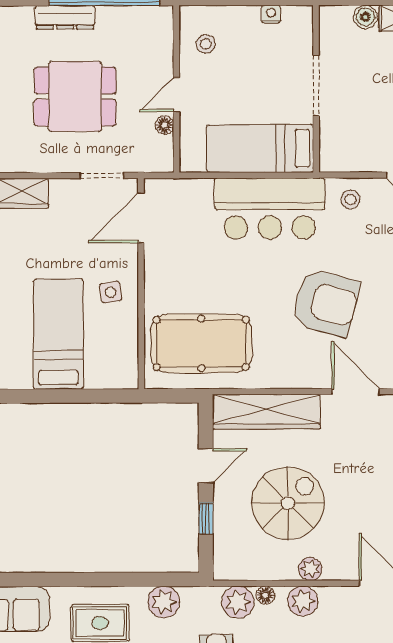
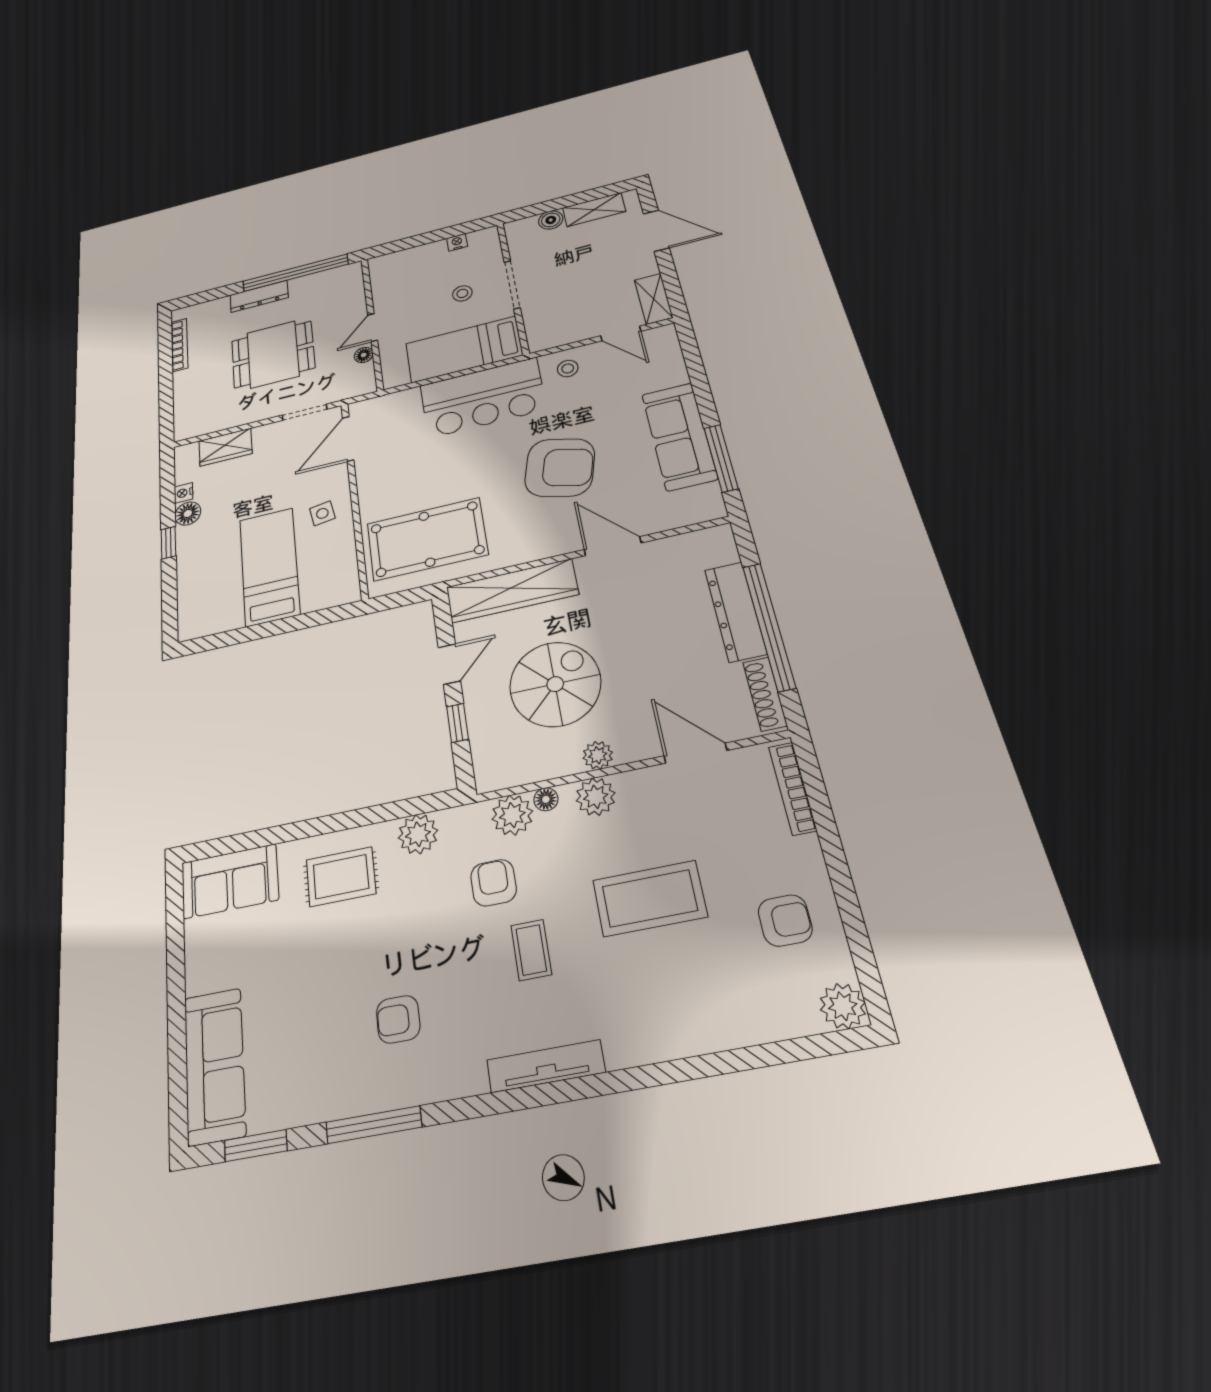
stool: (206, 44) -> (462, 293), moved

